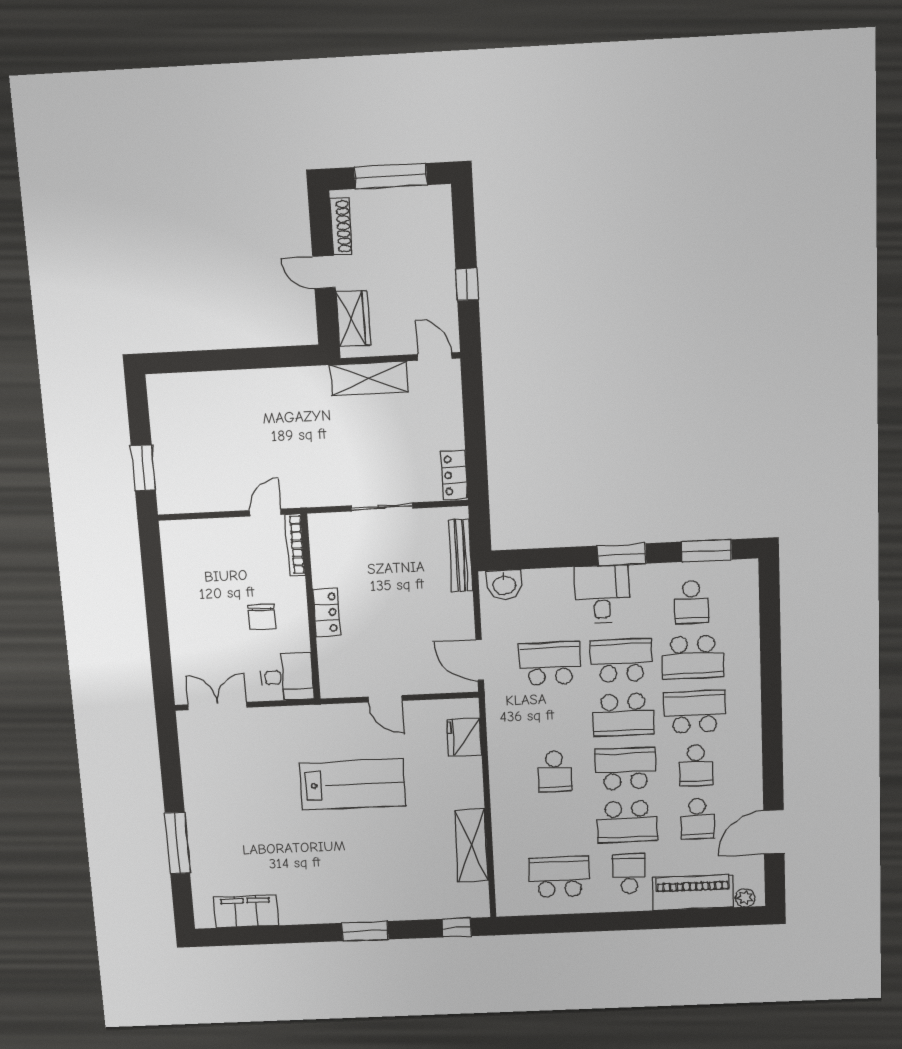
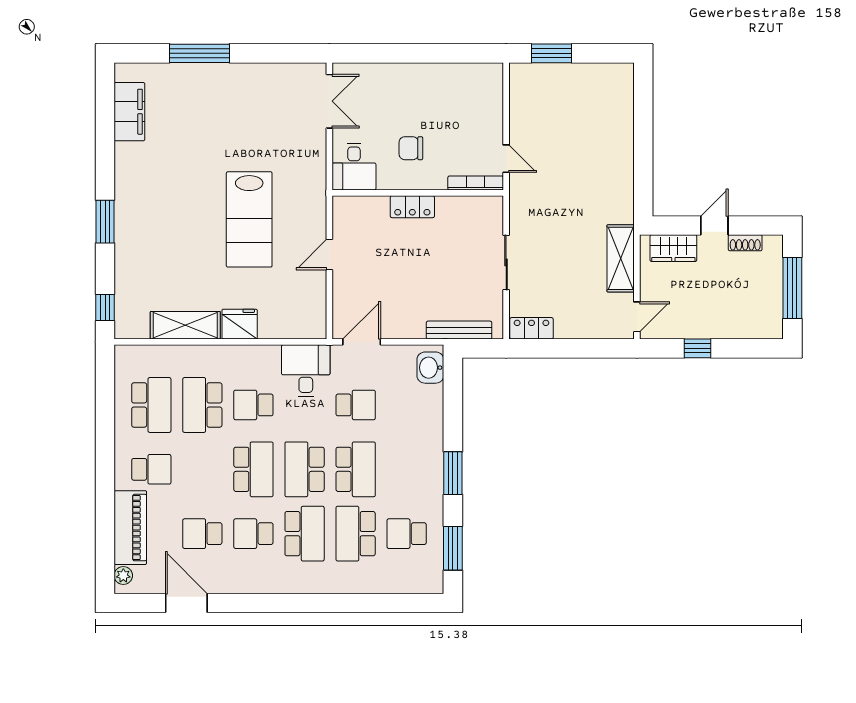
shoe rack: (341, 226) -> (745, 243), width x0.70
desk: (602, 594) -> (306, 371), moved, turned -90
school desk: (550, 664) -> (356, 405), width x0.54
fridge: (464, 737) -> (240, 324), moved
school desk: (627, 822) -> (202, 405), moved

